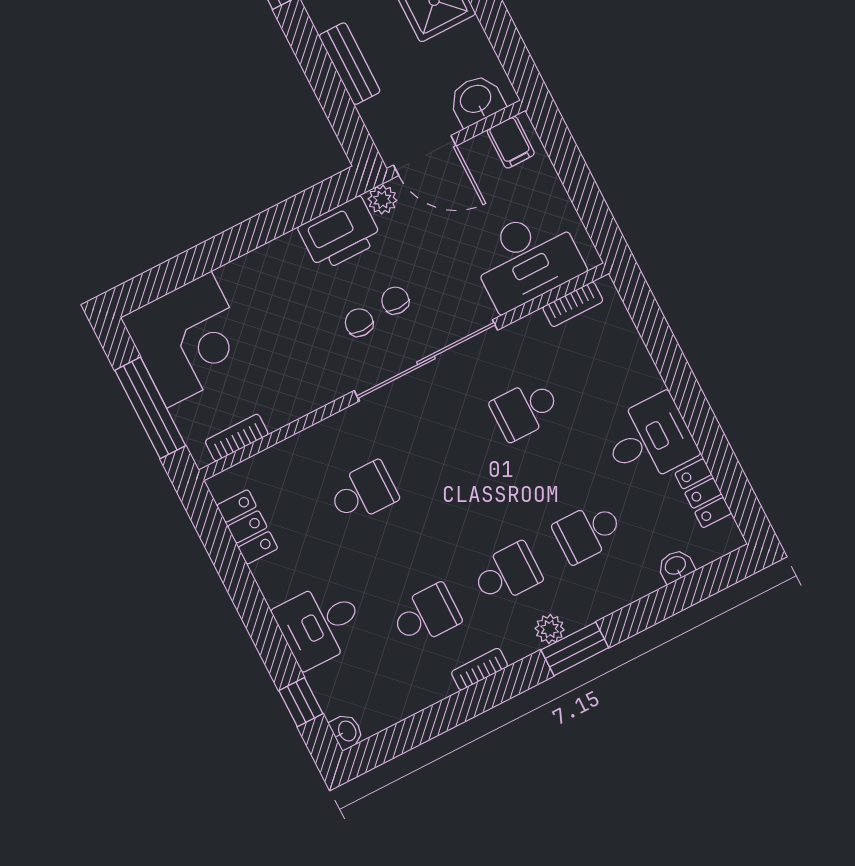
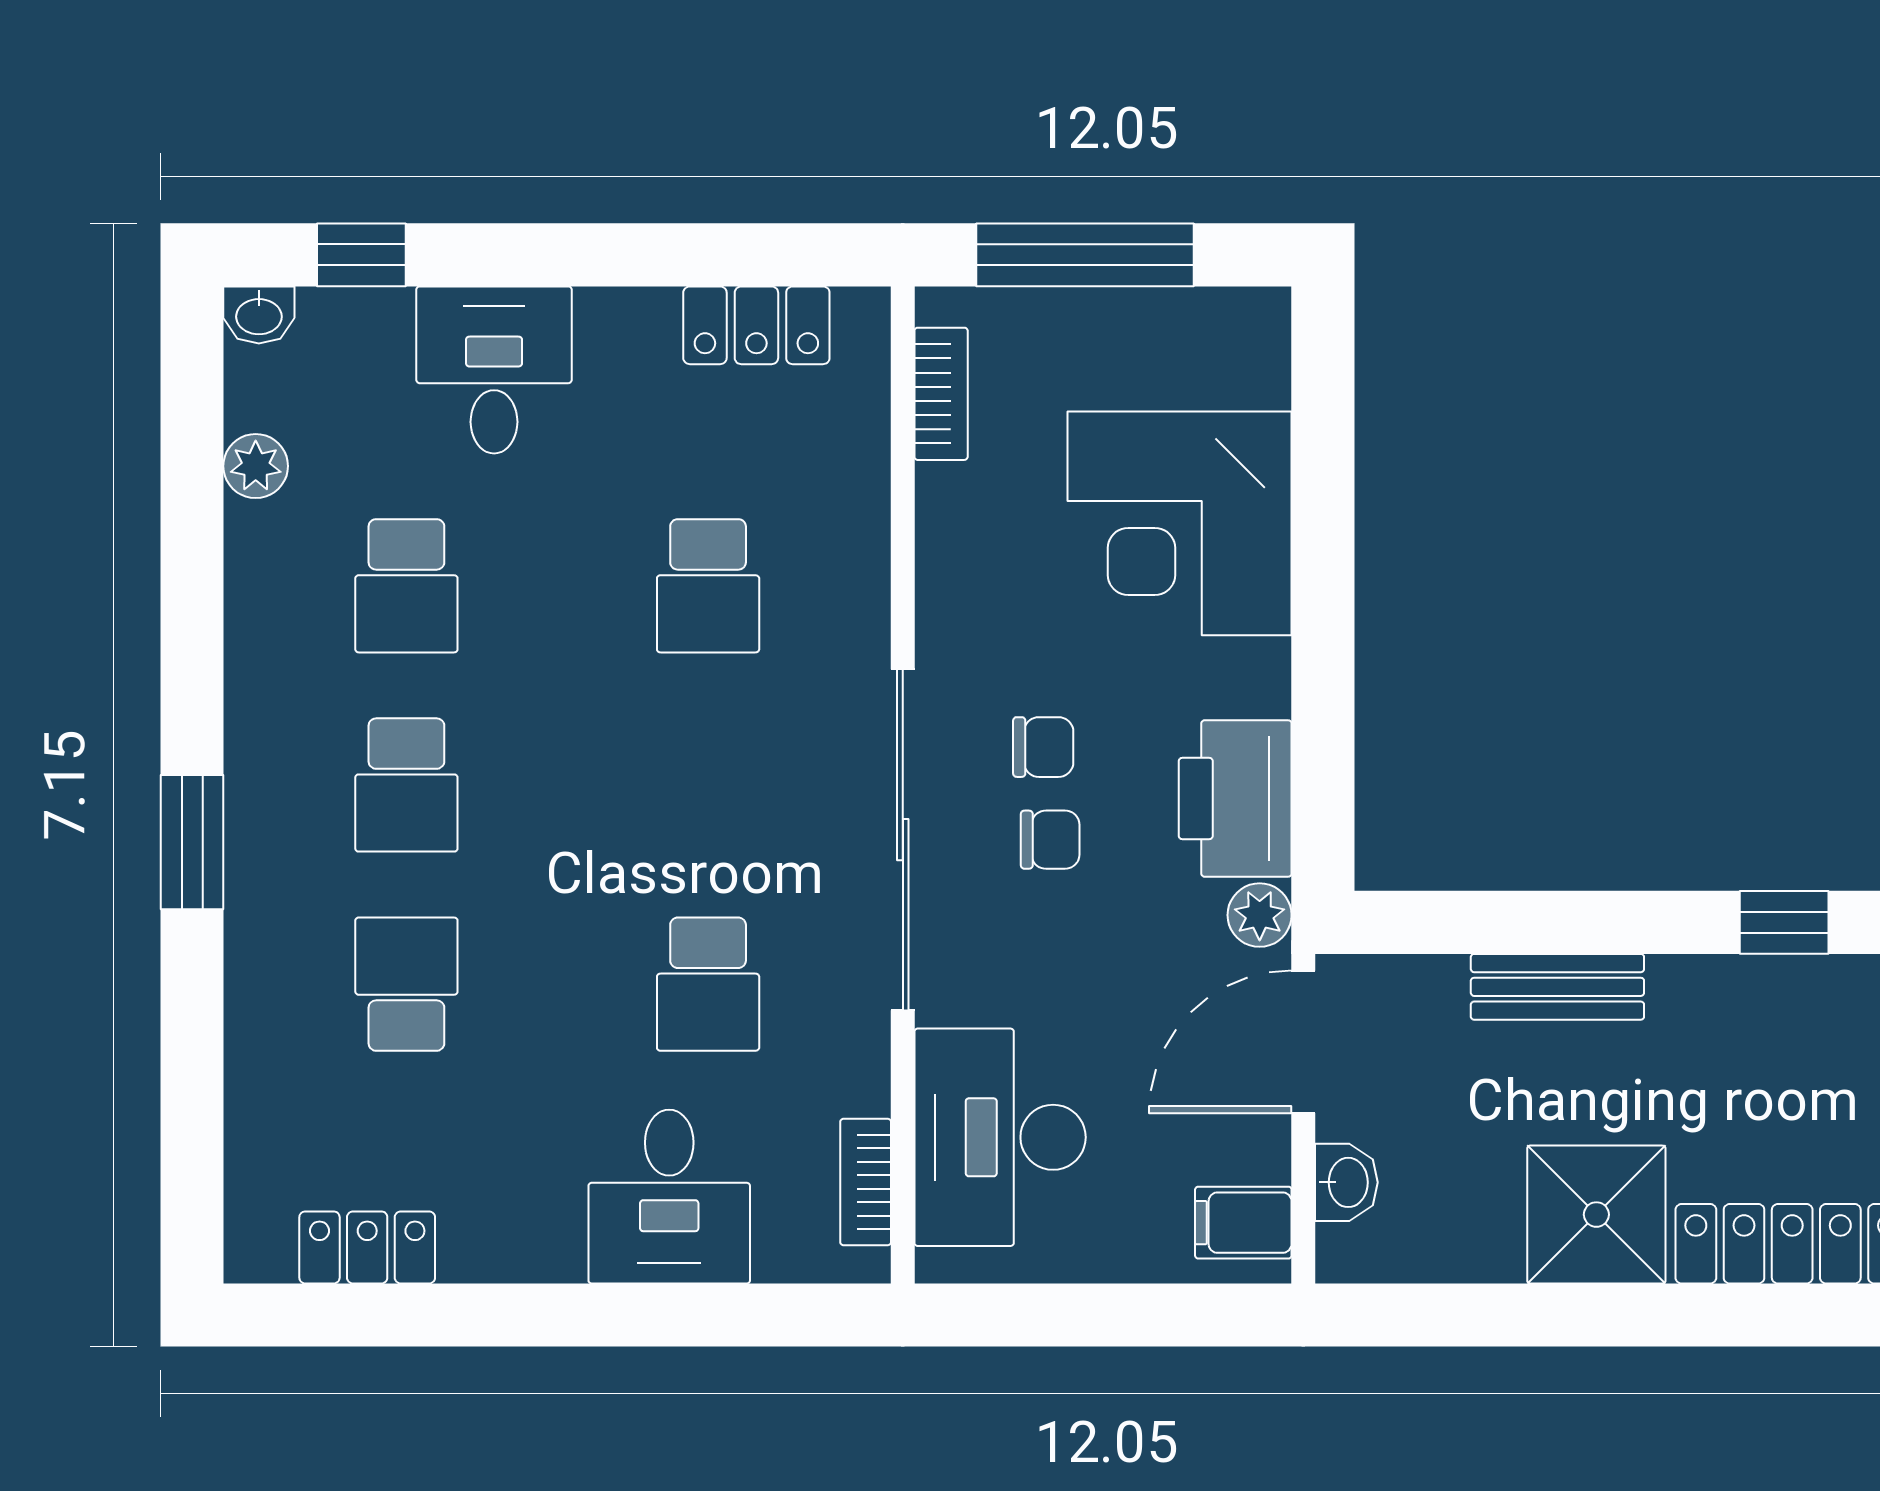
washbasin: (476, 100) -> (1346, 1182), width x0.72, depth x0.69
corner desk: (189, 340) -> (1180, 523), moved
school desk: (525, 409) -> (708, 984), turned 180
desk: (649, 439) -> (669, 1197), moved
washbasin: (676, 566) -> (253, 1121), removed
plant: (550, 629) -> (256, 466), moved
bookcase: (479, 669) -> (247, 636), removed

